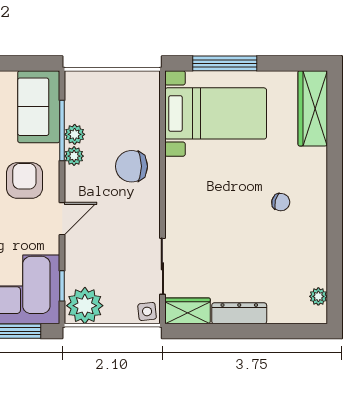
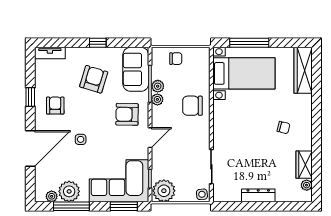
chair: (104, 89) -> (176, 59), added
armchair: (24, 181) -> (127, 114), turned -89
wardrobe: (187, 311) -> (304, 165), moved, turned -90

